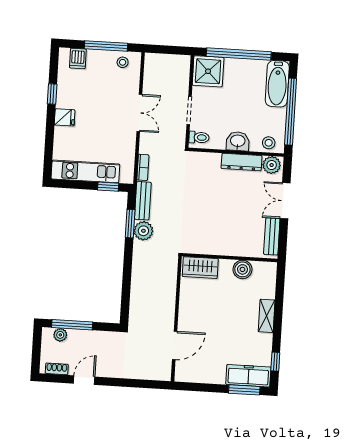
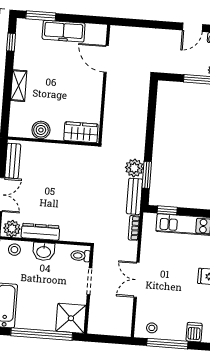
door: (175, 345) -> (106, 59), hinge flipped
freezer: (248, 376) -> (64, 31), moved

